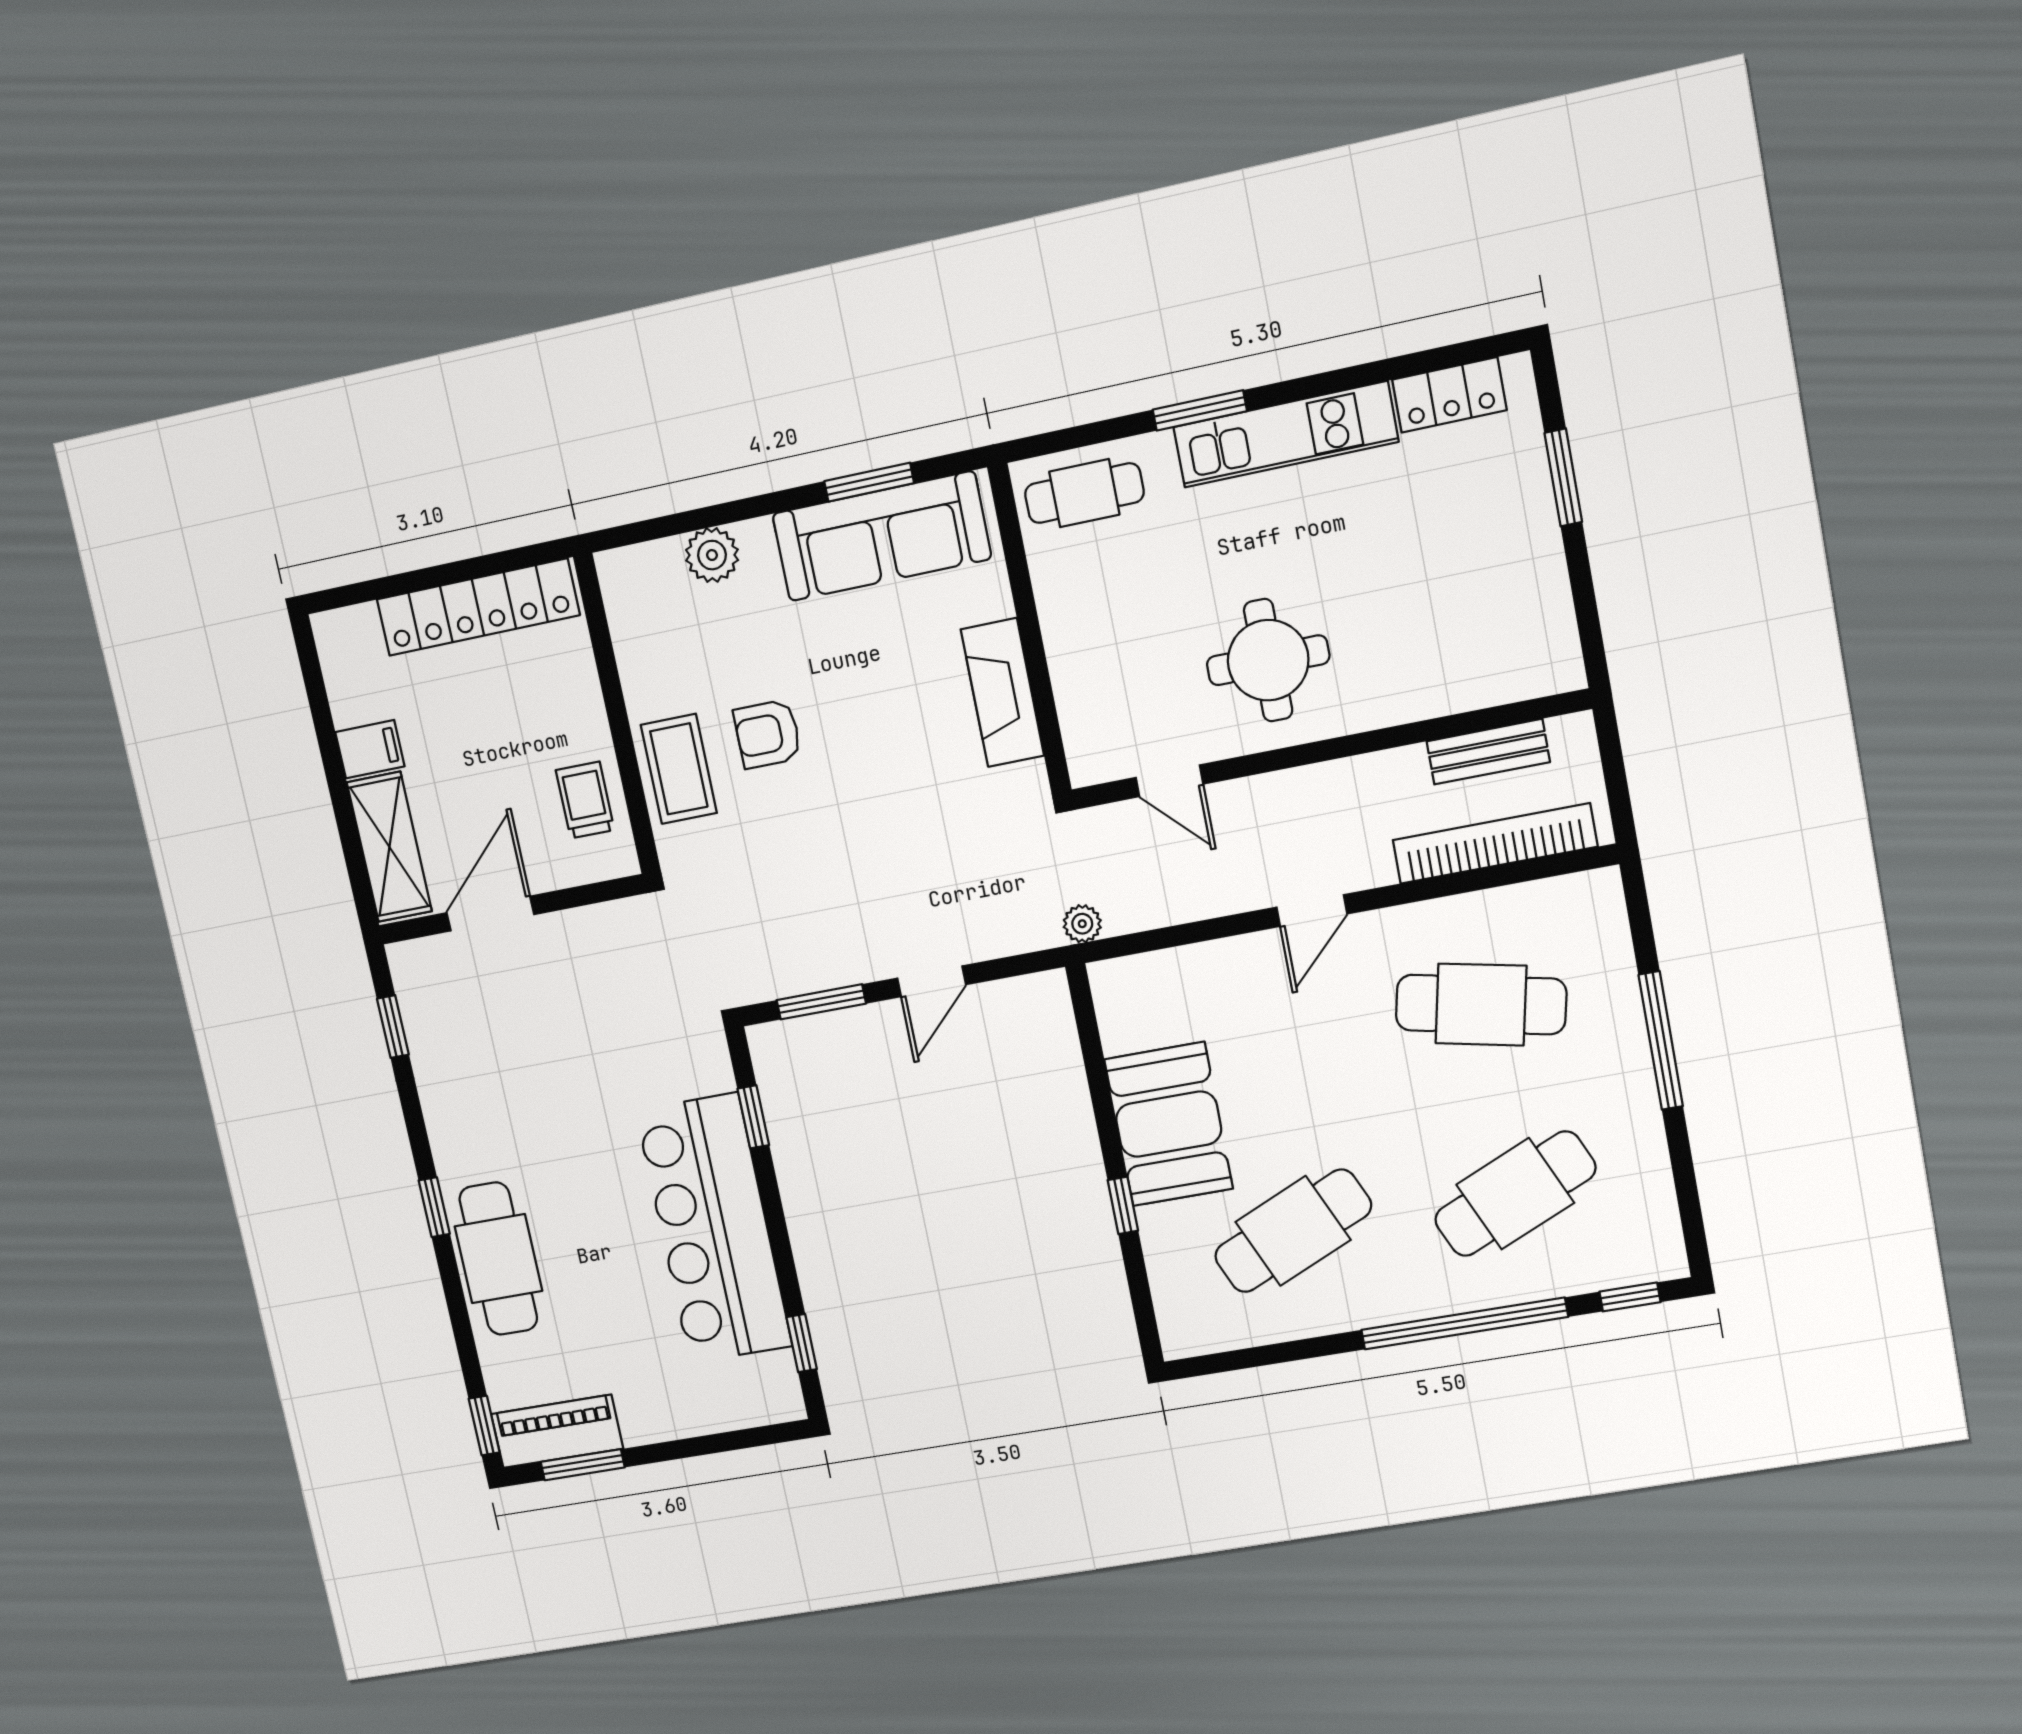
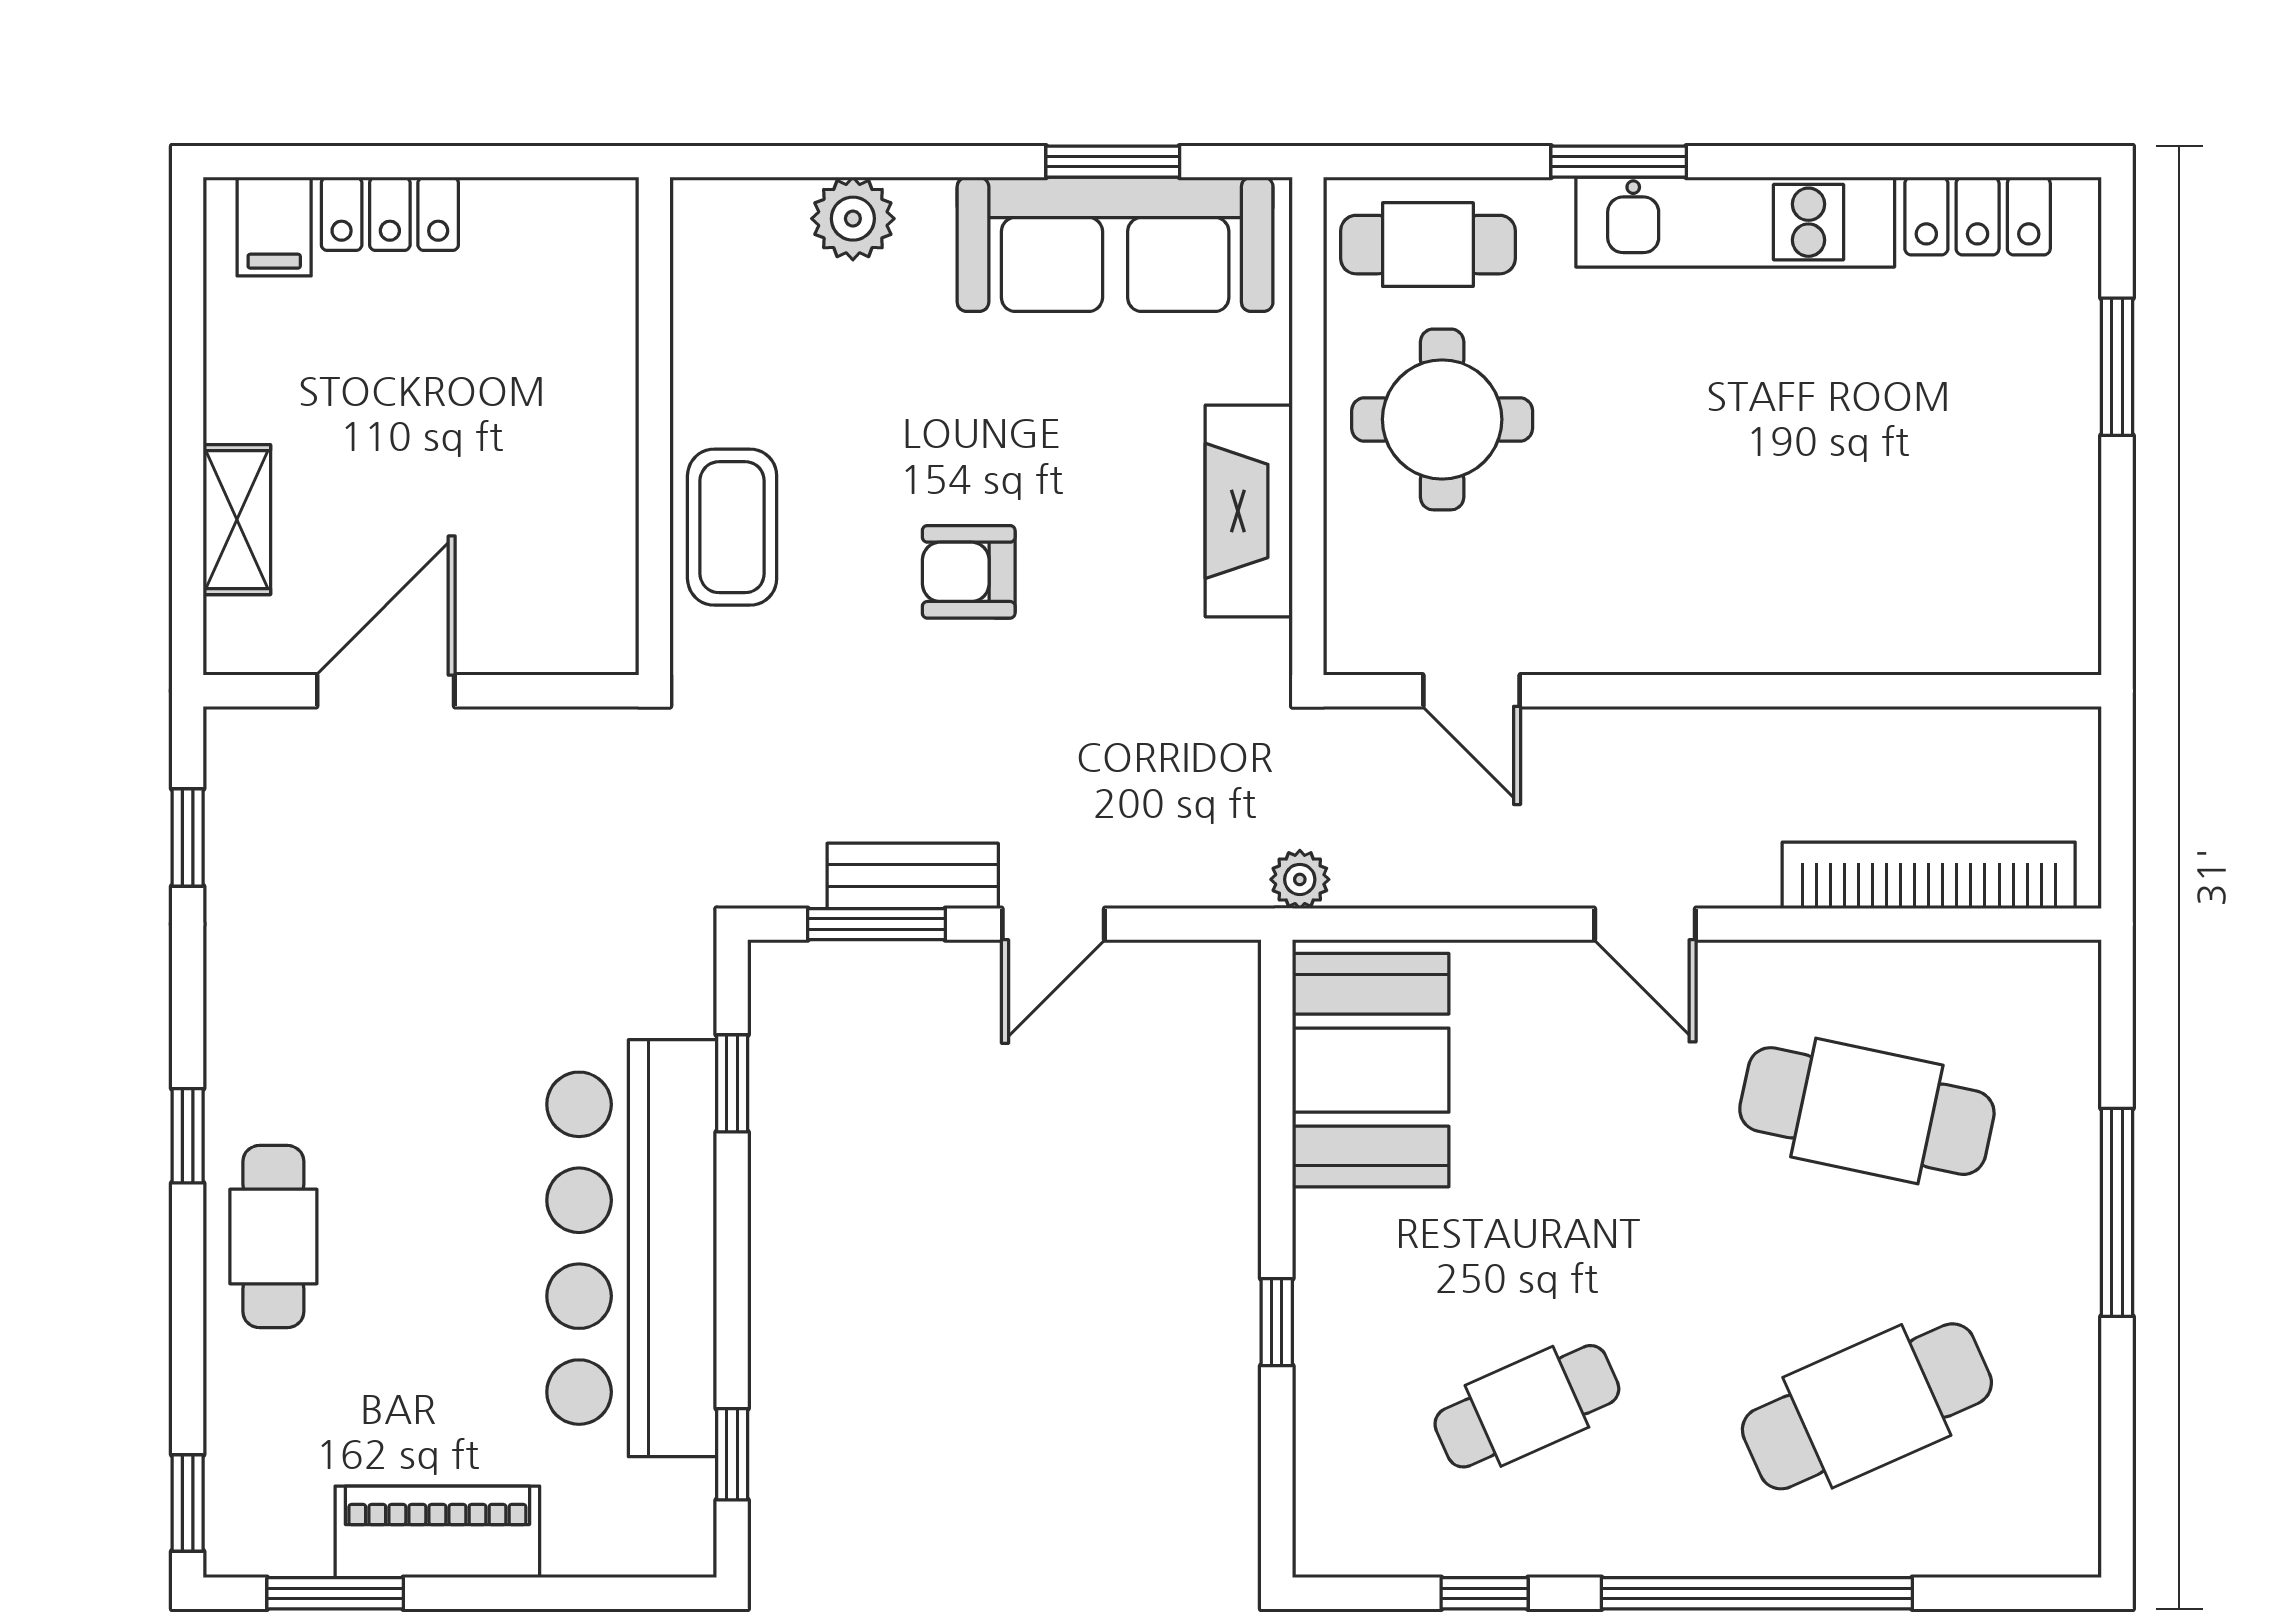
locker: (478, 607) -> (390, 214), width x0.46, depth x0.83
round table: (1268, 660) -> (1442, 419), moved
armchair: (768, 734) -> (969, 572), moved
filing cabinet: (370, 749) -> (274, 227), moved, turned 90
bench: (1488, 752) -> (913, 876), moved
trolley: (585, 800) -> (575, 546), removed
shelving: (389, 847) -> (237, 520), width x0.67, depth x0.75
door: (1312, 911) -> (1645, 924), hinge flipped
booth: (1169, 1124) -> (1371, 1070), moved
cafe table: (1293, 1231) -> (1527, 1406), width x0.73, depth x0.74
cafe table: (498, 1259) -> (273, 1237), width x0.73, depth x0.74
window: (1630, 1297) -> (1485, 1593), moved
piano: (557, 1431) -> (437, 1532), moved

